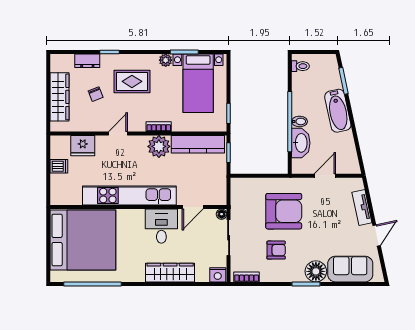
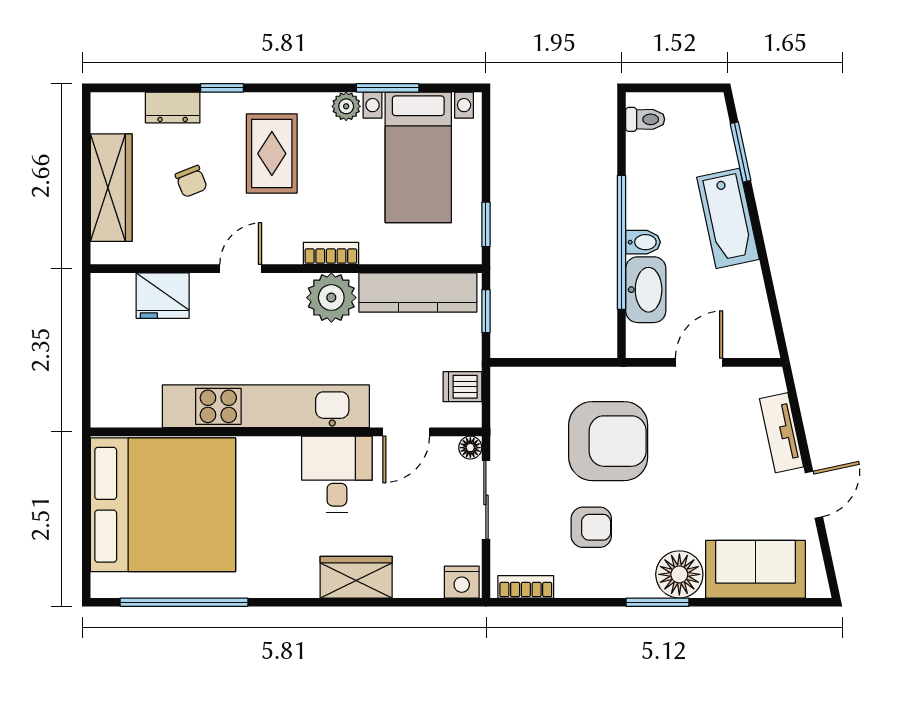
rug: (132, 81) -> (272, 154), turned 90
dishwasher: (59, 166) -> (462, 387), moved, turned 180
wardrobe: (170, 273) -> (356, 577), width x0.67

